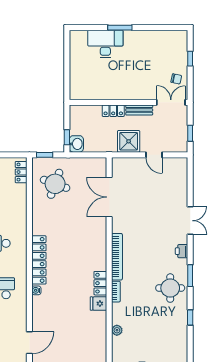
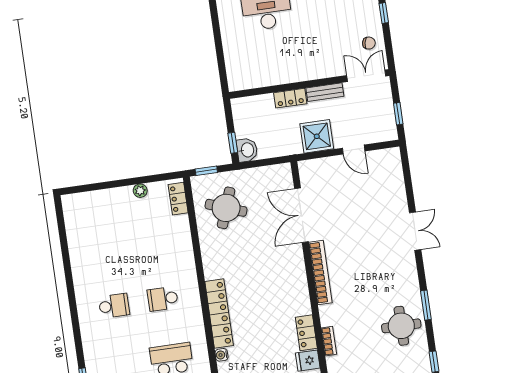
printer: (182, 251) -> (409, 274), removed
bookcase: (117, 257) -> (320, 272), moved

